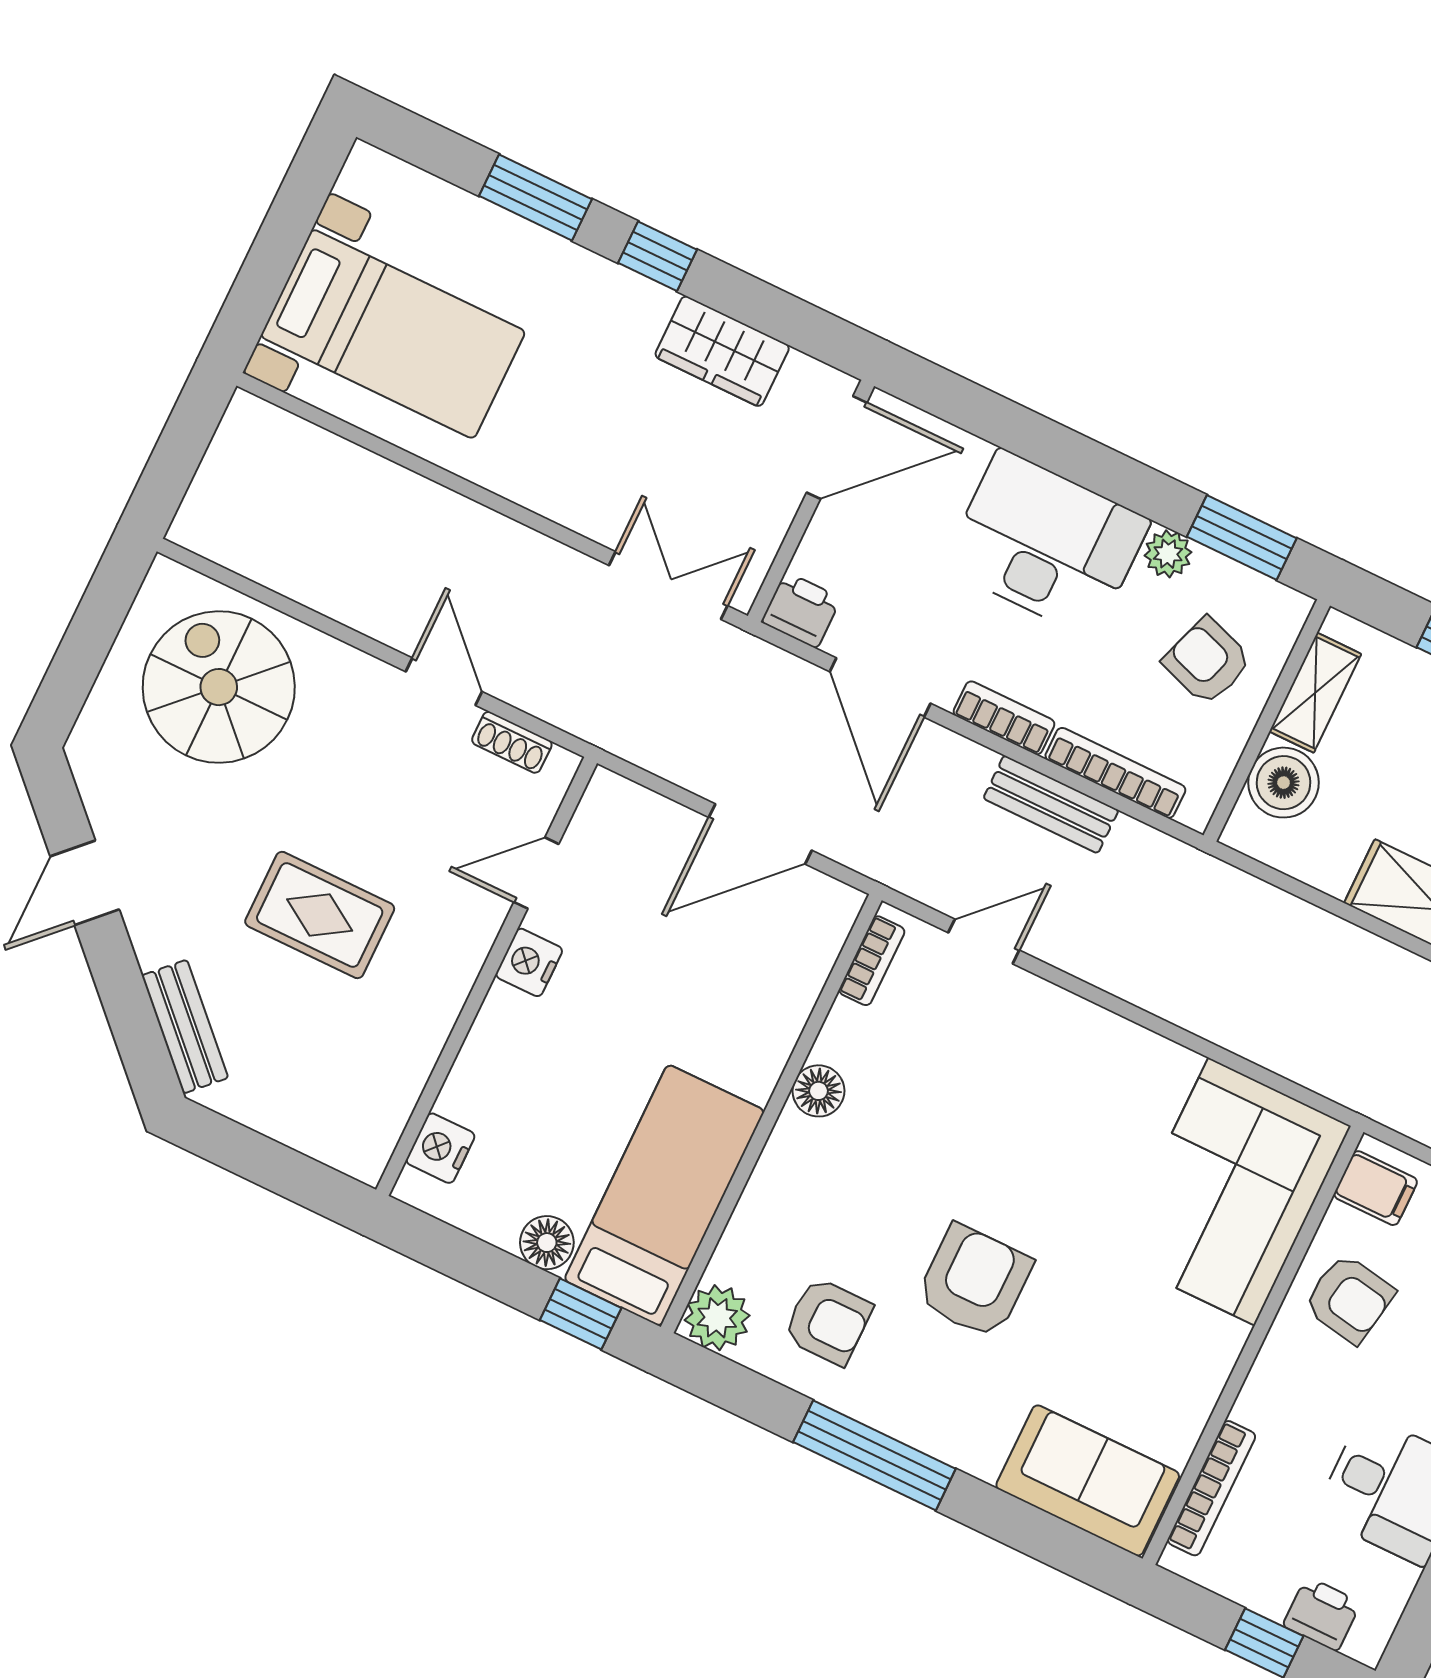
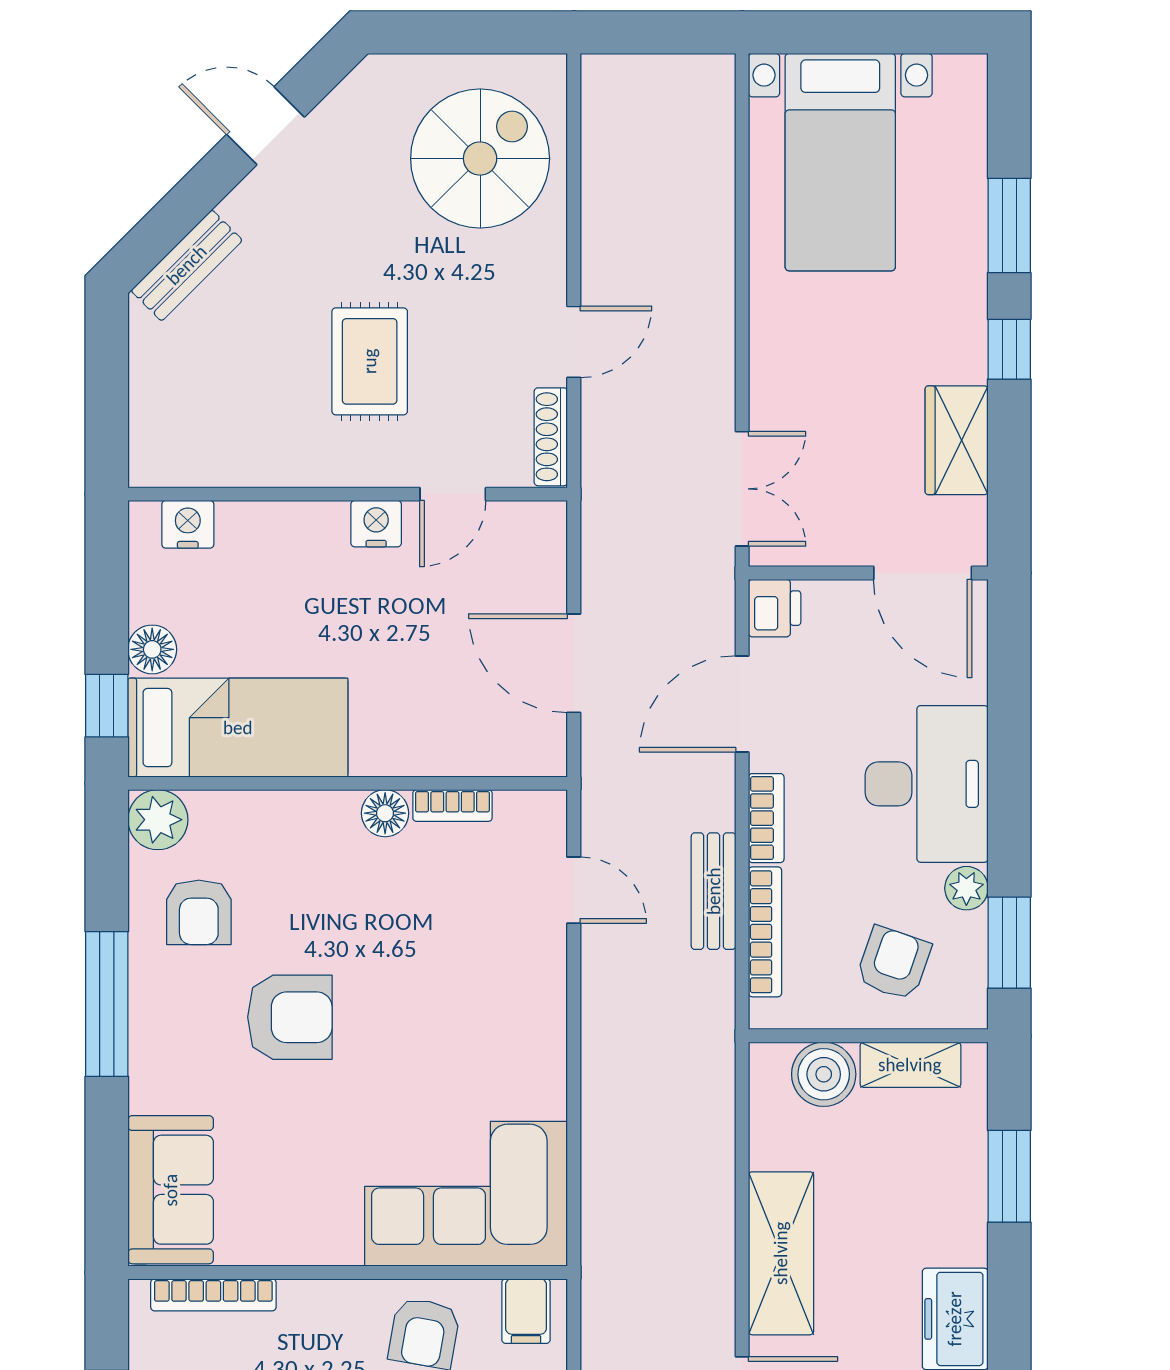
shoe rack: (512, 742) -> (551, 437), width x1.43
door: (536, 873) -> (453, 494), swing flipped
rug: (320, 915) -> (370, 361), moved
bookcase: (872, 961) -> (452, 806), moved

